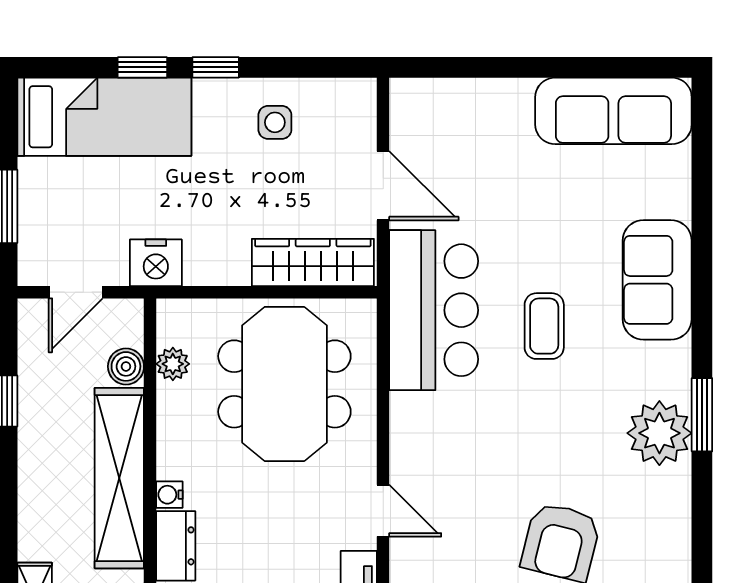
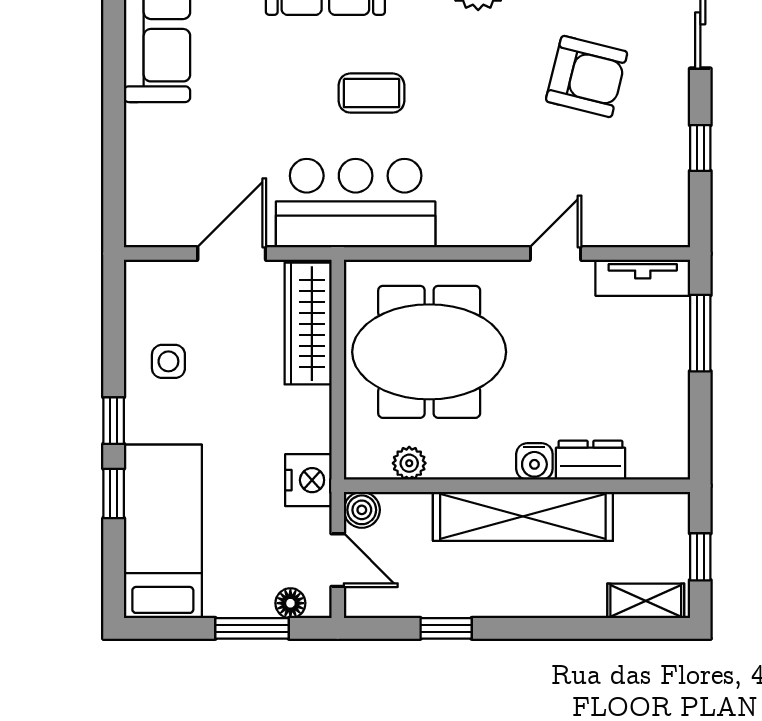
floor lamp: (32, 245) -> (290, 603), added
boiler: (126, 366) -> (362, 510), moved
water cooler: (169, 495) -> (534, 461), width x1.38, depth x1.38

